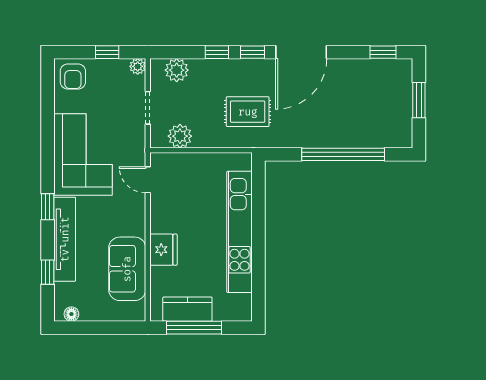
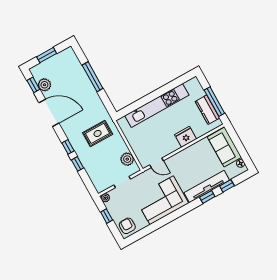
door: (301, 52) -> (49, 113), moved
plant: (177, 70) -> (44, 85), moved
armchair: (73, 77) -> (127, 226), turned -90
rug: (248, 112) -> (98, 133), turned 90
window: (343, 154) -> (93, 77), width x0.68
door: (148, 180) -> (156, 163), hinge flipped
window: (48, 207) -> (207, 197), moved
sofa: (127, 269) -> (224, 147), moved, turned 90

